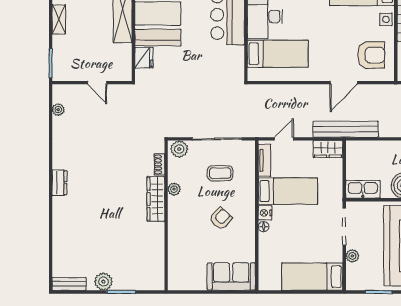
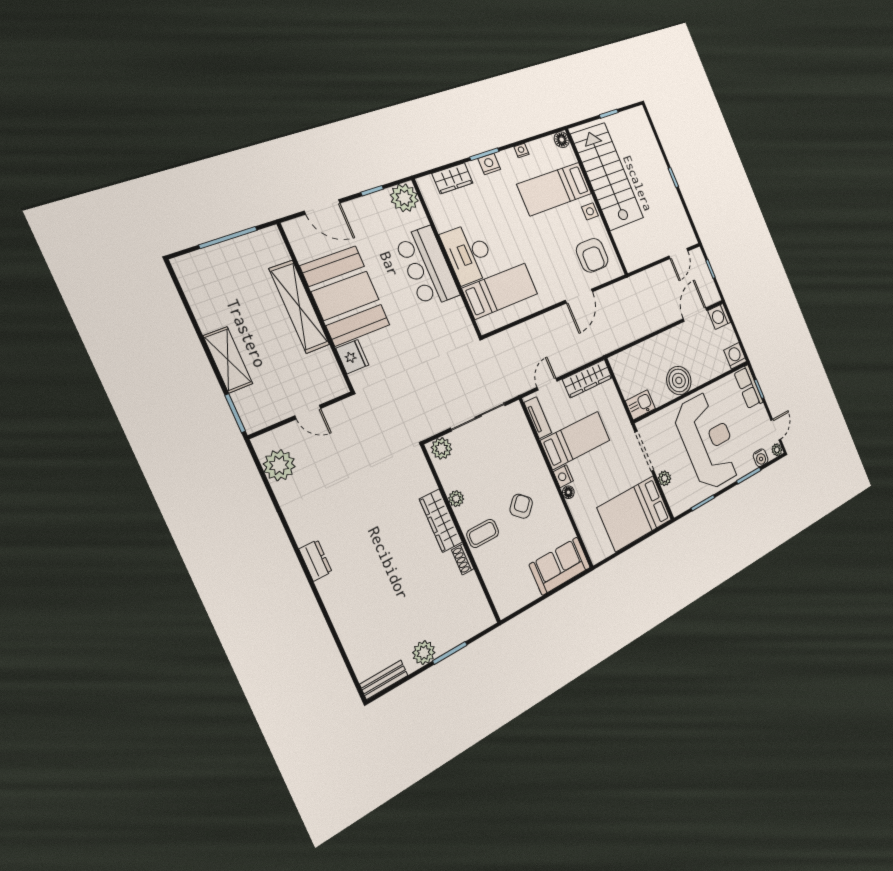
shelving: (59, 19) -> (228, 360), width x1.50, depth x1.33
armchair: (371, 55) -> (592, 255), turned 90
plant: (58, 110) -> (279, 465), width x1.88, depth x1.88
bench: (346, 129) -> (602, 346), removed
wardrobe: (328, 149) -> (587, 379), width x1.50
shoe rack: (159, 164) -> (463, 559), moved
coffee table: (220, 173) -> (483, 533), moved
kitchen sink: (363, 189) -> (640, 405), width x0.73
bed: (312, 277) -> (635, 514), width x1.50

